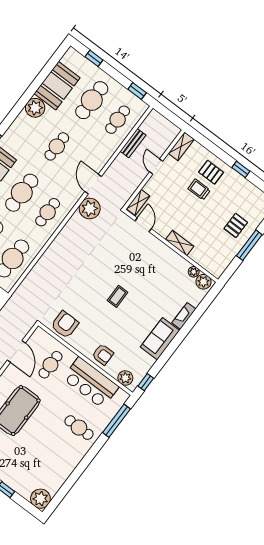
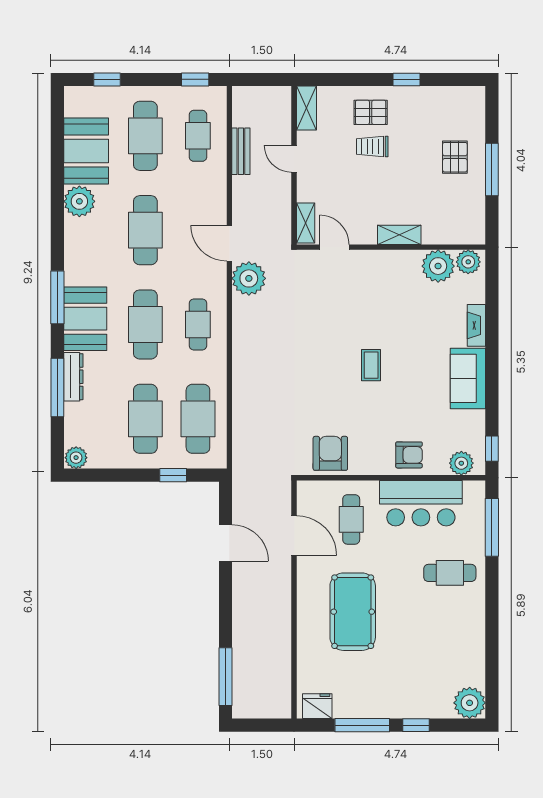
cafe table: (57, 146) -> (145, 230), width x1.37, depth x1.35
plant: (194, 272) -> (438, 266), width x1.87, depth x1.87

